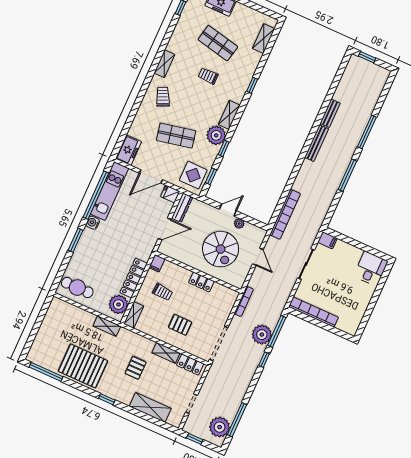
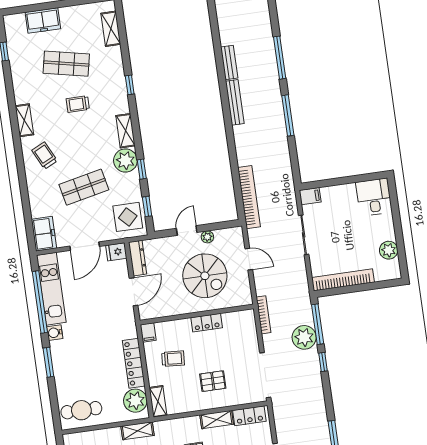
plant: (358, 311) -> (389, 250), added

